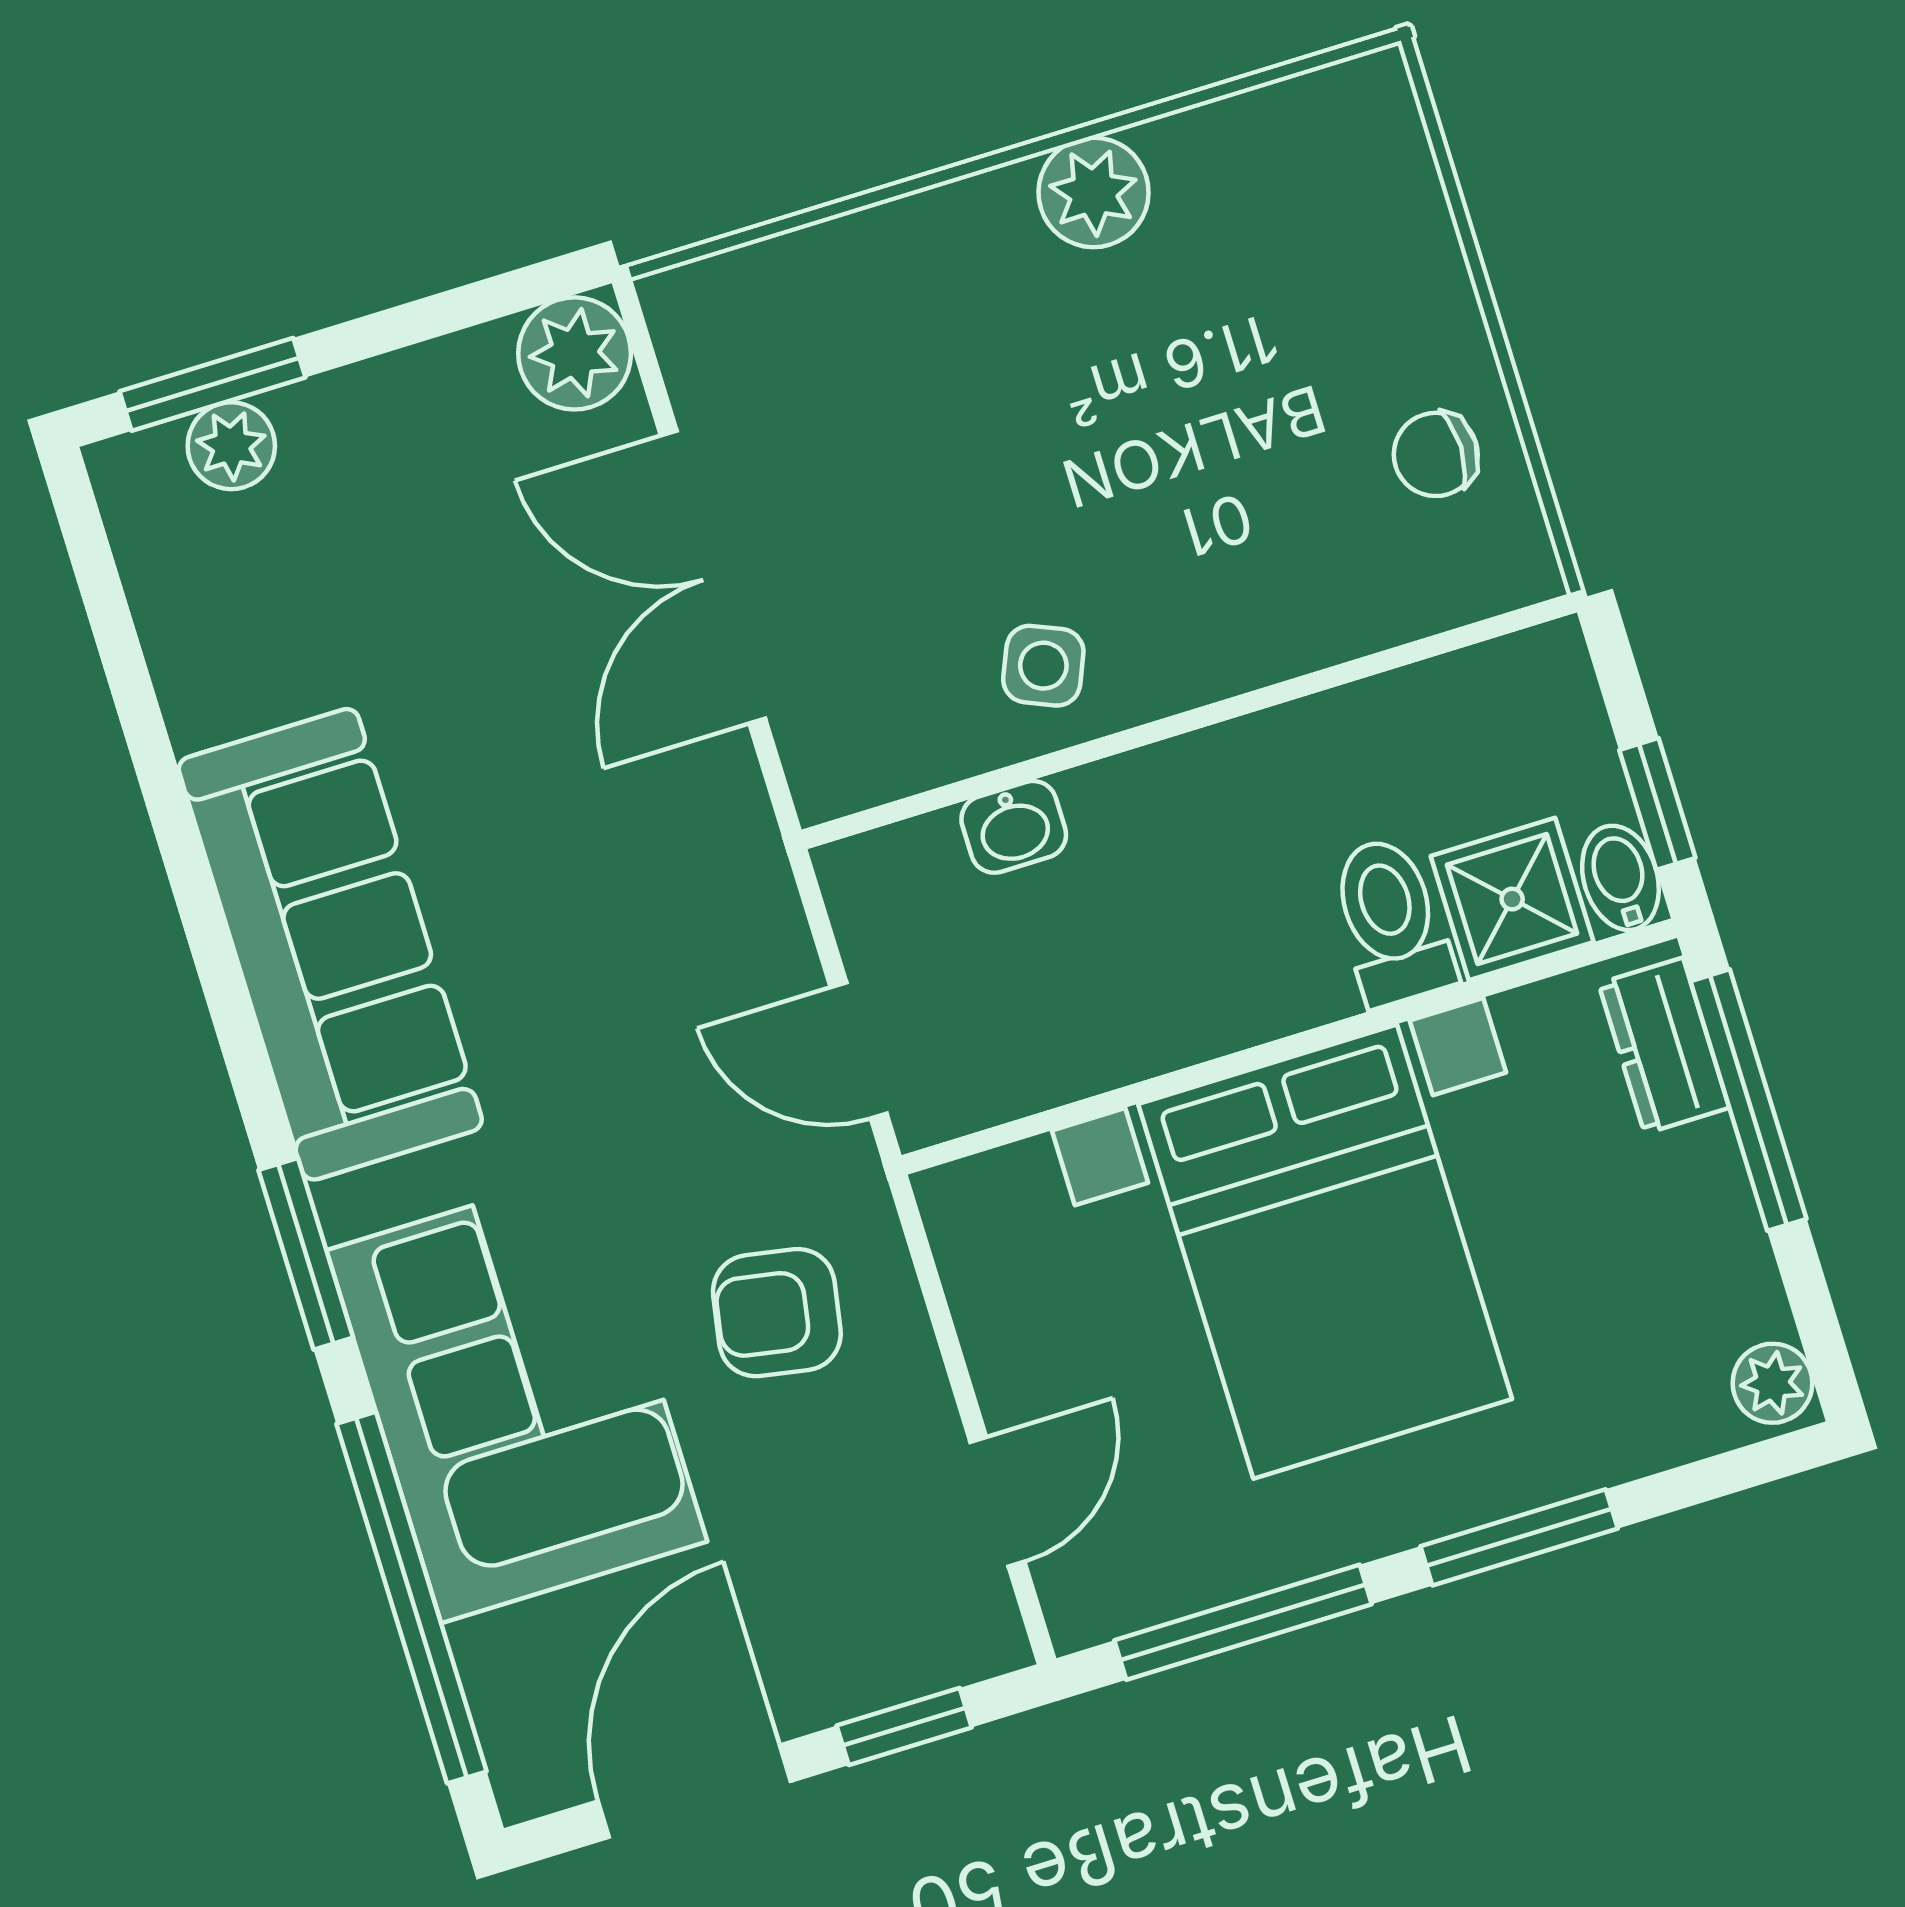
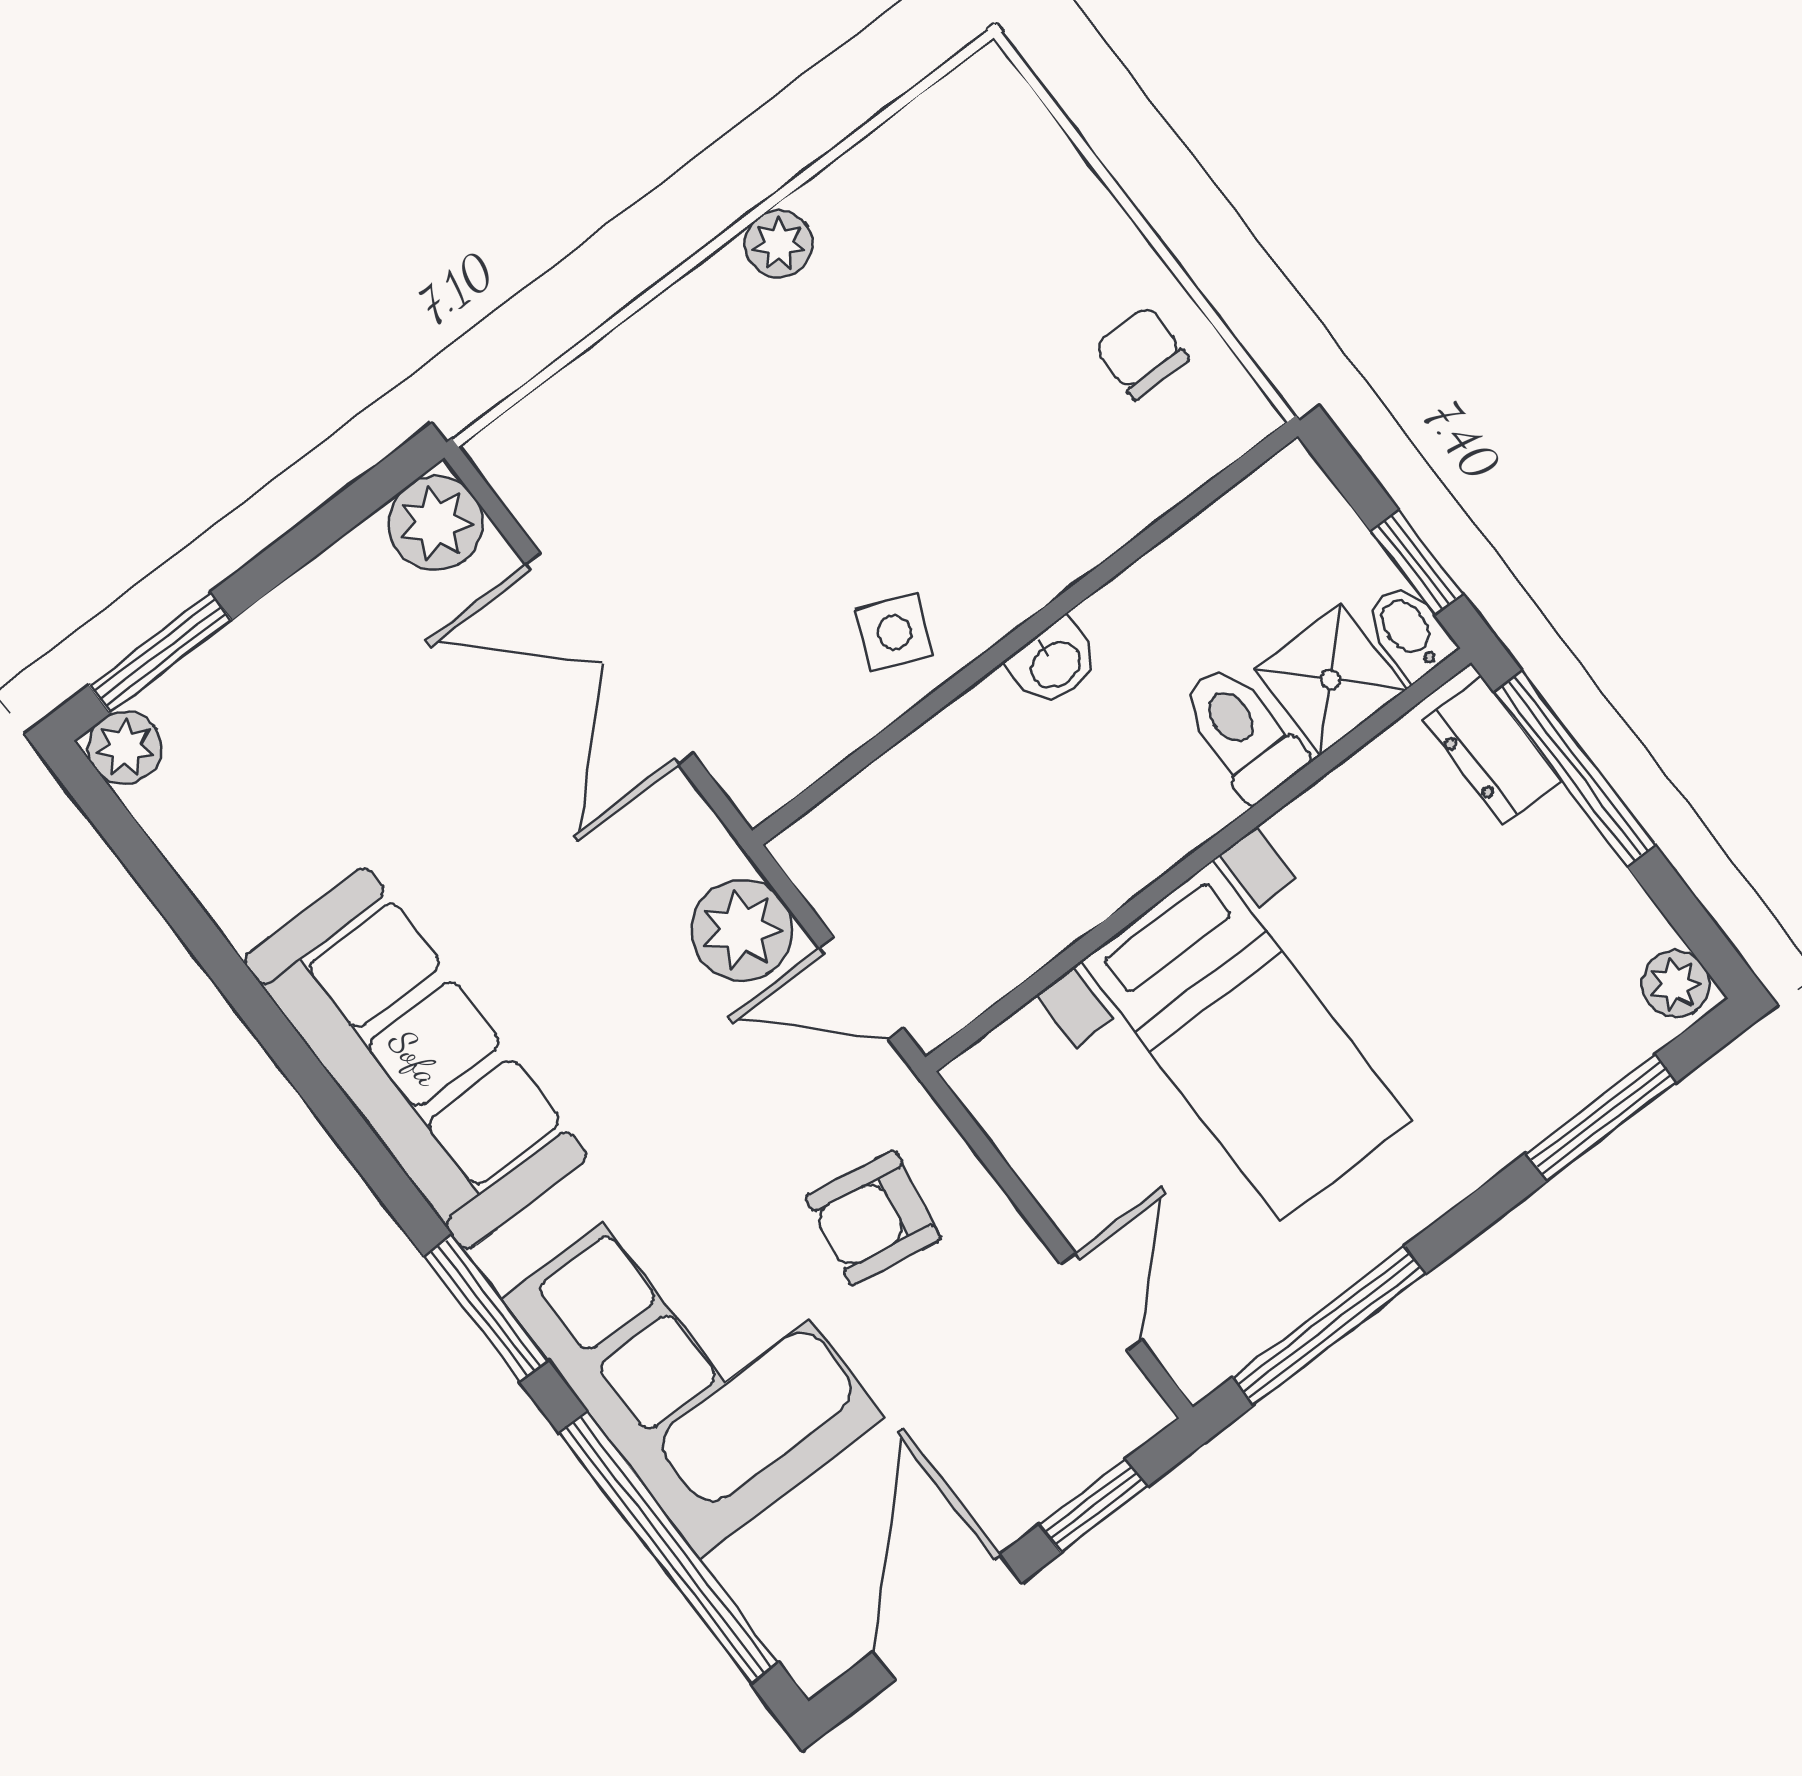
plant: (1094, 192) -> (779, 244), width x0.73, depth x0.73
plant: (231, 446) -> (125, 748), moved
chair: (1436, 454) -> (1141, 352), turned 90
washbasin: (1014, 827) -> (1054, 663), moved
plant: (749, 936) -> (742, 930), added
bed with nightstands: (1325, 1252) -> (1246, 1041), width x0.73
window: (1519, 1537) -> (1601, 1118), moved

